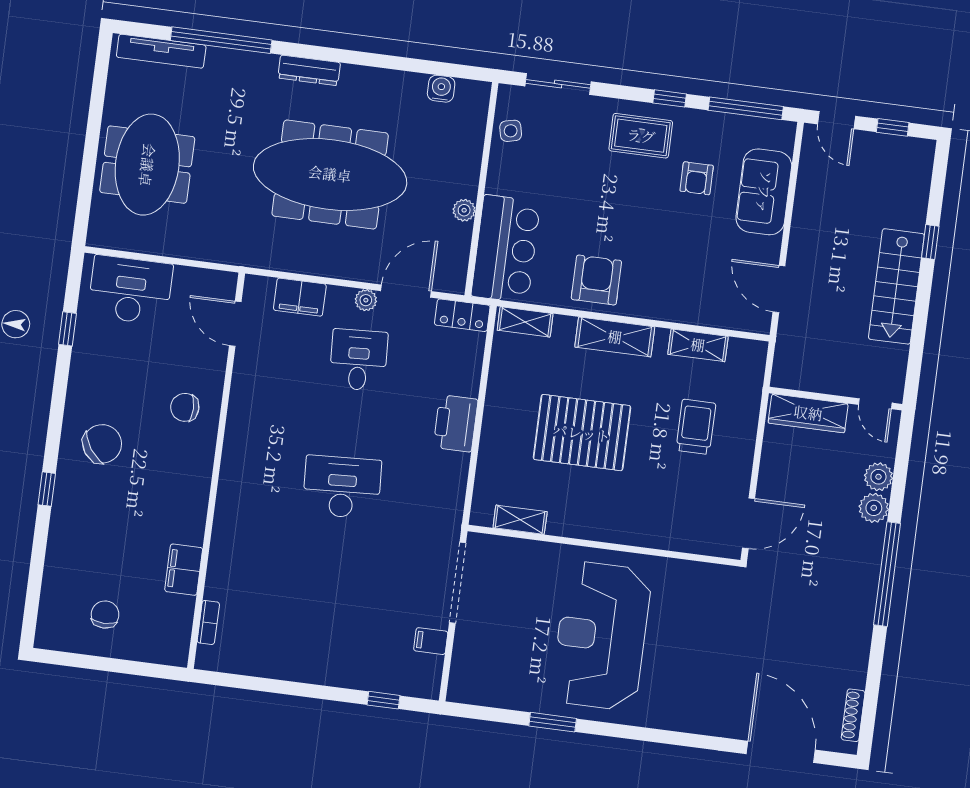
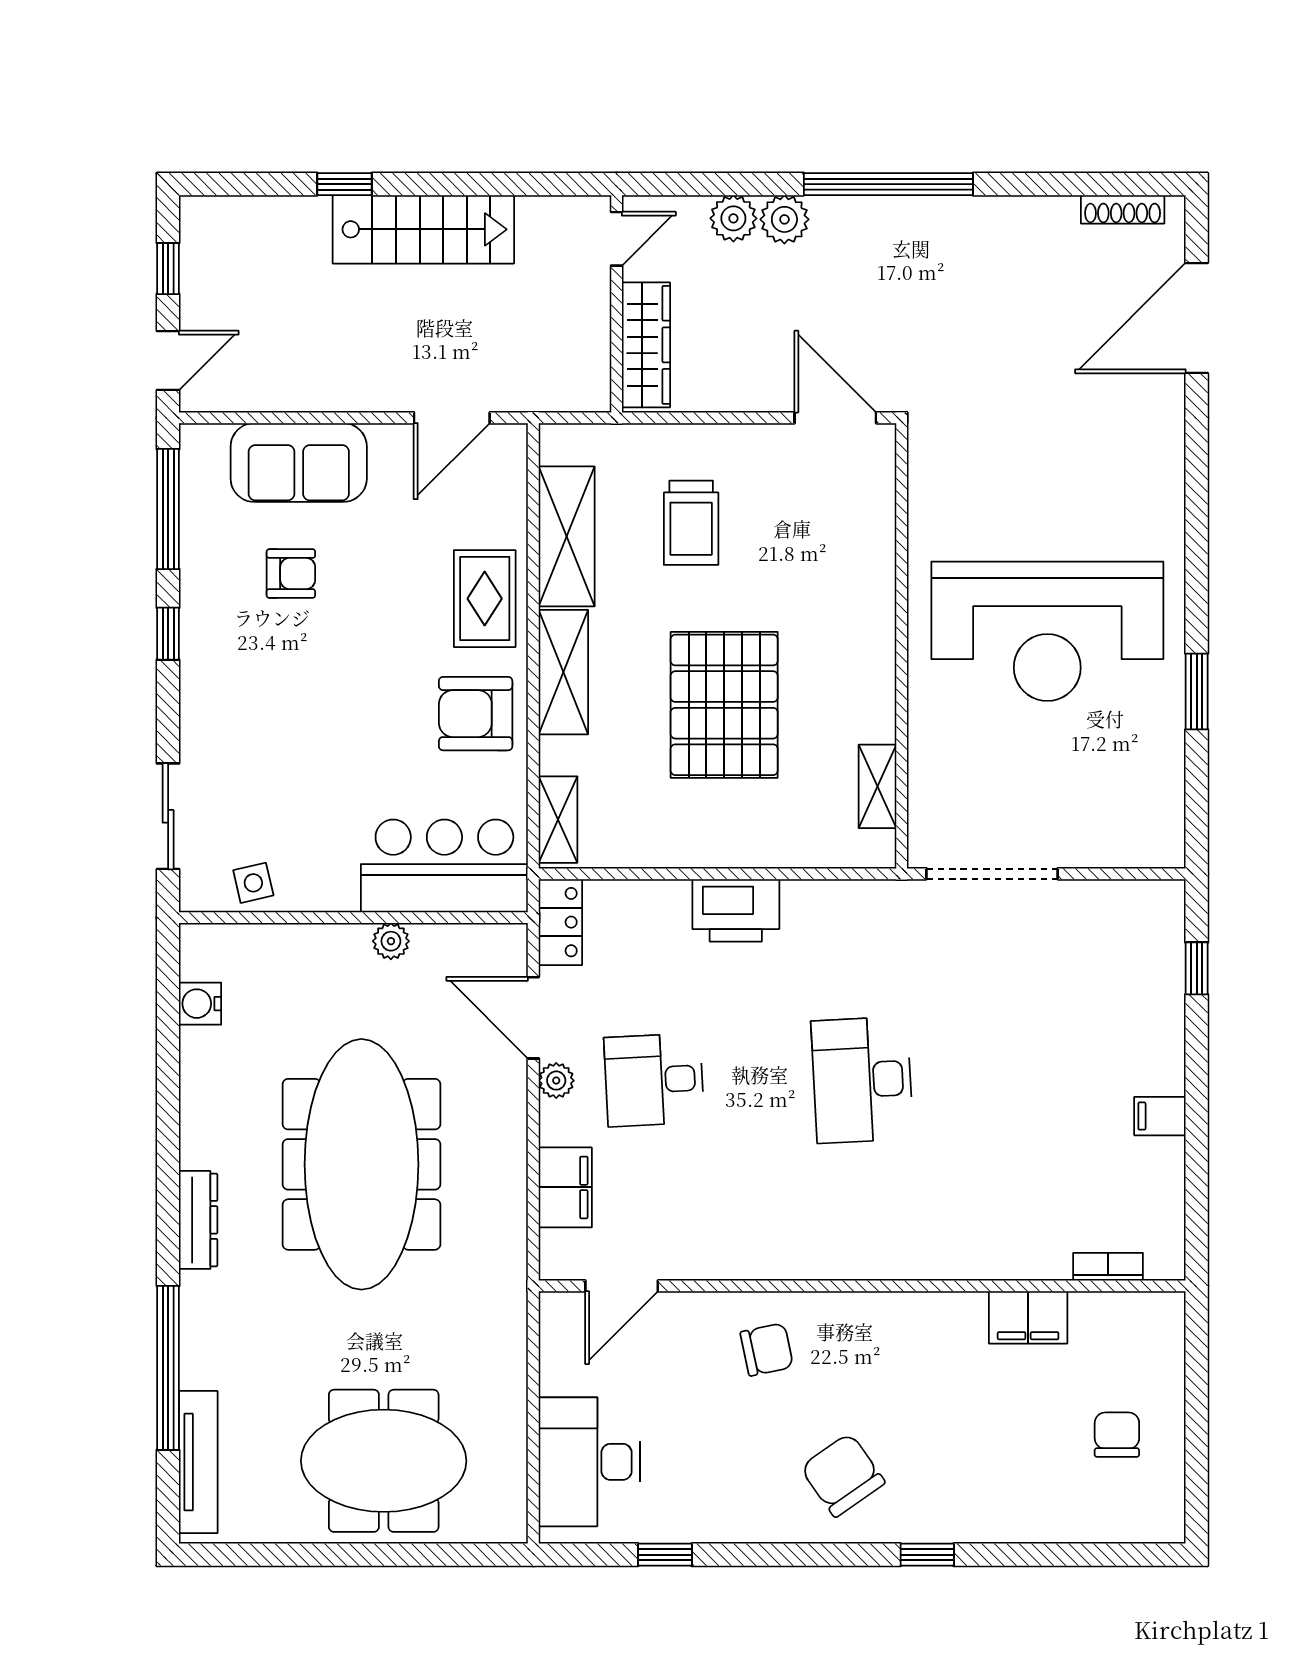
rug: (641, 136) -> (485, 599), moved
shelving: (698, 345) -> (567, 536), width x1.50, depth x1.33
chair: (185, 407) -> (767, 1350), turned -102
trolley: (696, 427) -> (691, 523), turned -90
chair: (105, 615) -> (1117, 1435), turned 90
filing cabinet: (431, 641) -> (1160, 1116), moved, turned 90

